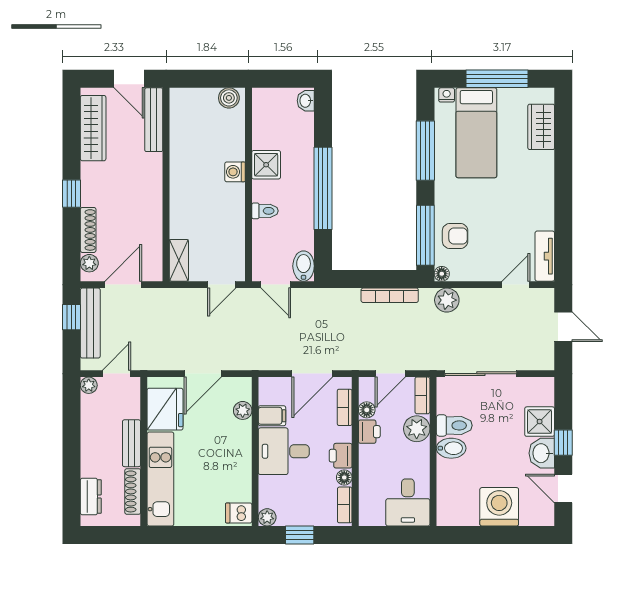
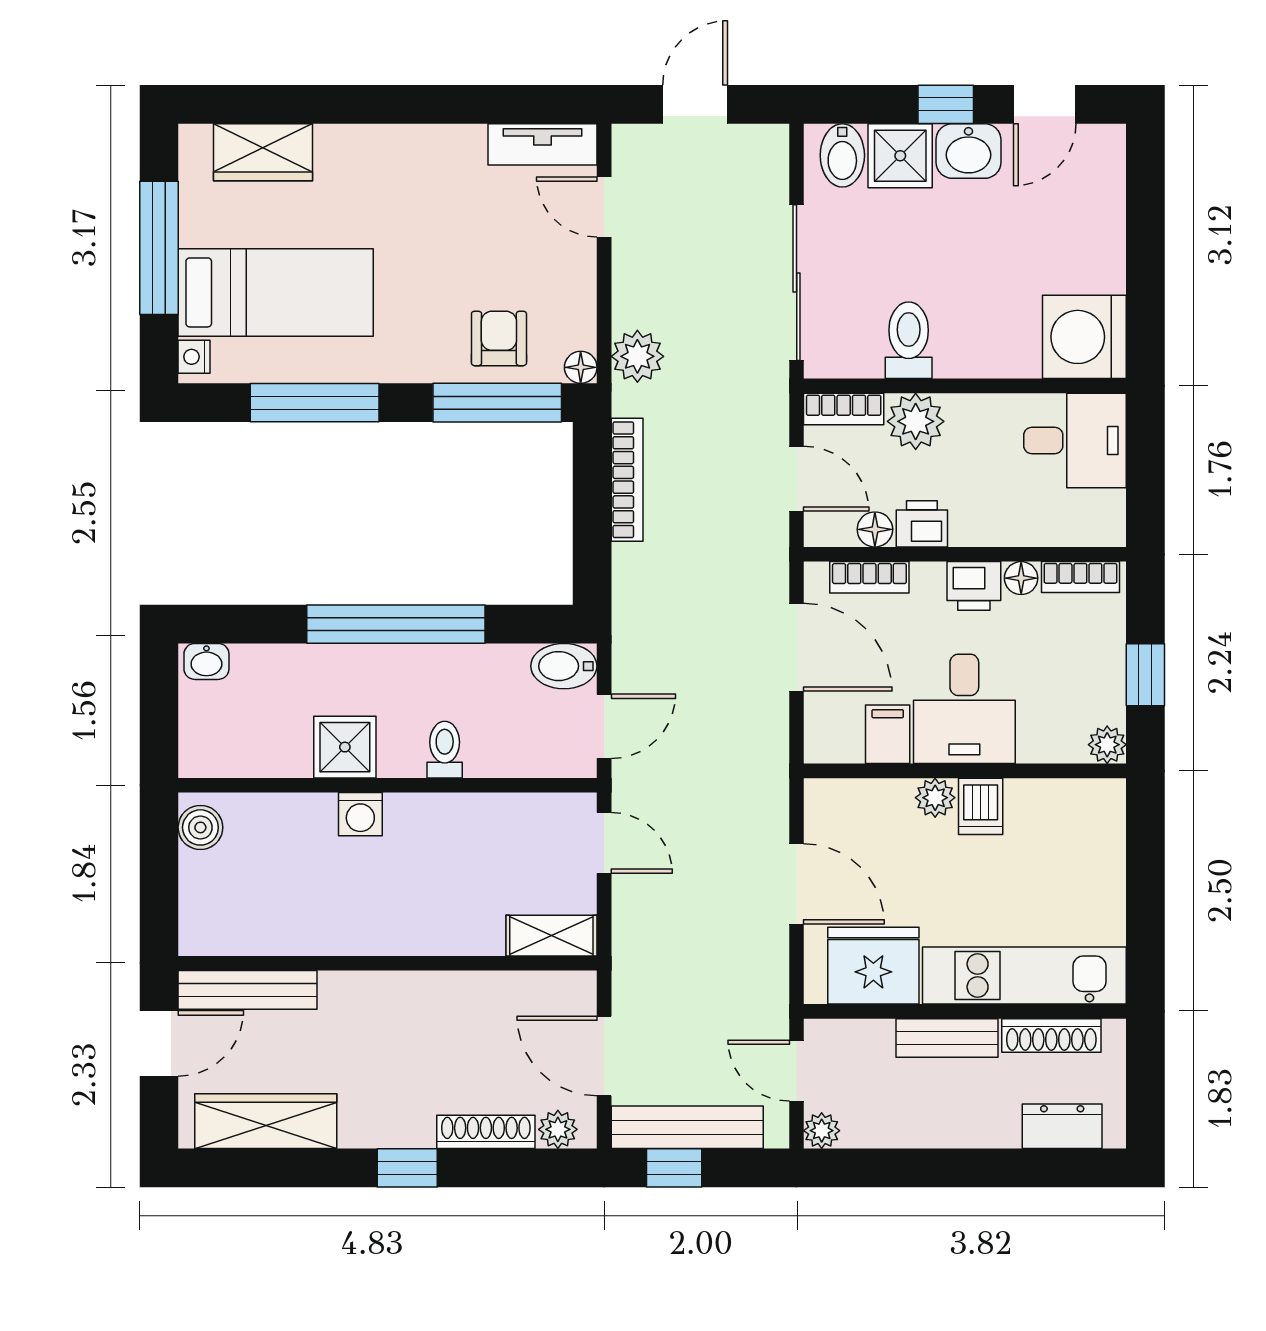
plant: (243, 410) -> (935, 798), moved
bidet: (451, 448) -> (842, 155), moved, turned 180
washing machine: (499, 507) -> (1084, 337), moved
dishwasher: (239, 513) -> (981, 806), moved

